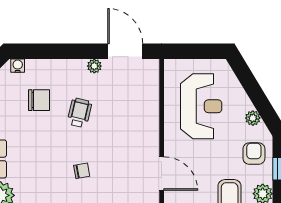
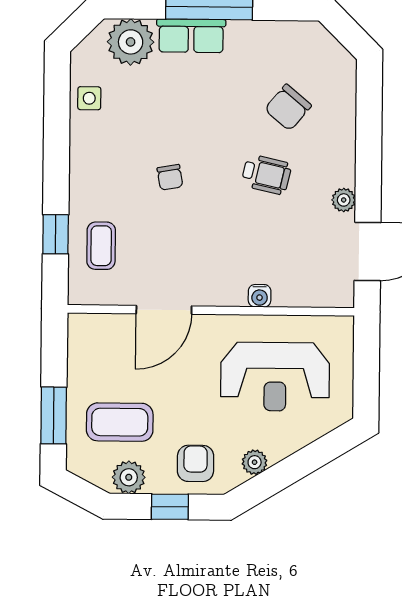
water cooler: (18, 66) -> (260, 296), moved, turned 90
chair: (39, 100) -> (288, 107), turned 40
armchair: (254, 154) -> (196, 463), turned -90

